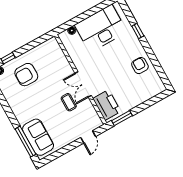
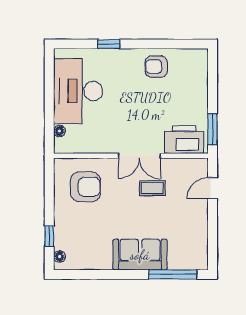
armchair: (26, 75) -> (85, 187), moved, turned -90
sofa: (38, 137) -> (140, 255), moved
door: (88, 137) -> (213, 188), swing flipped

